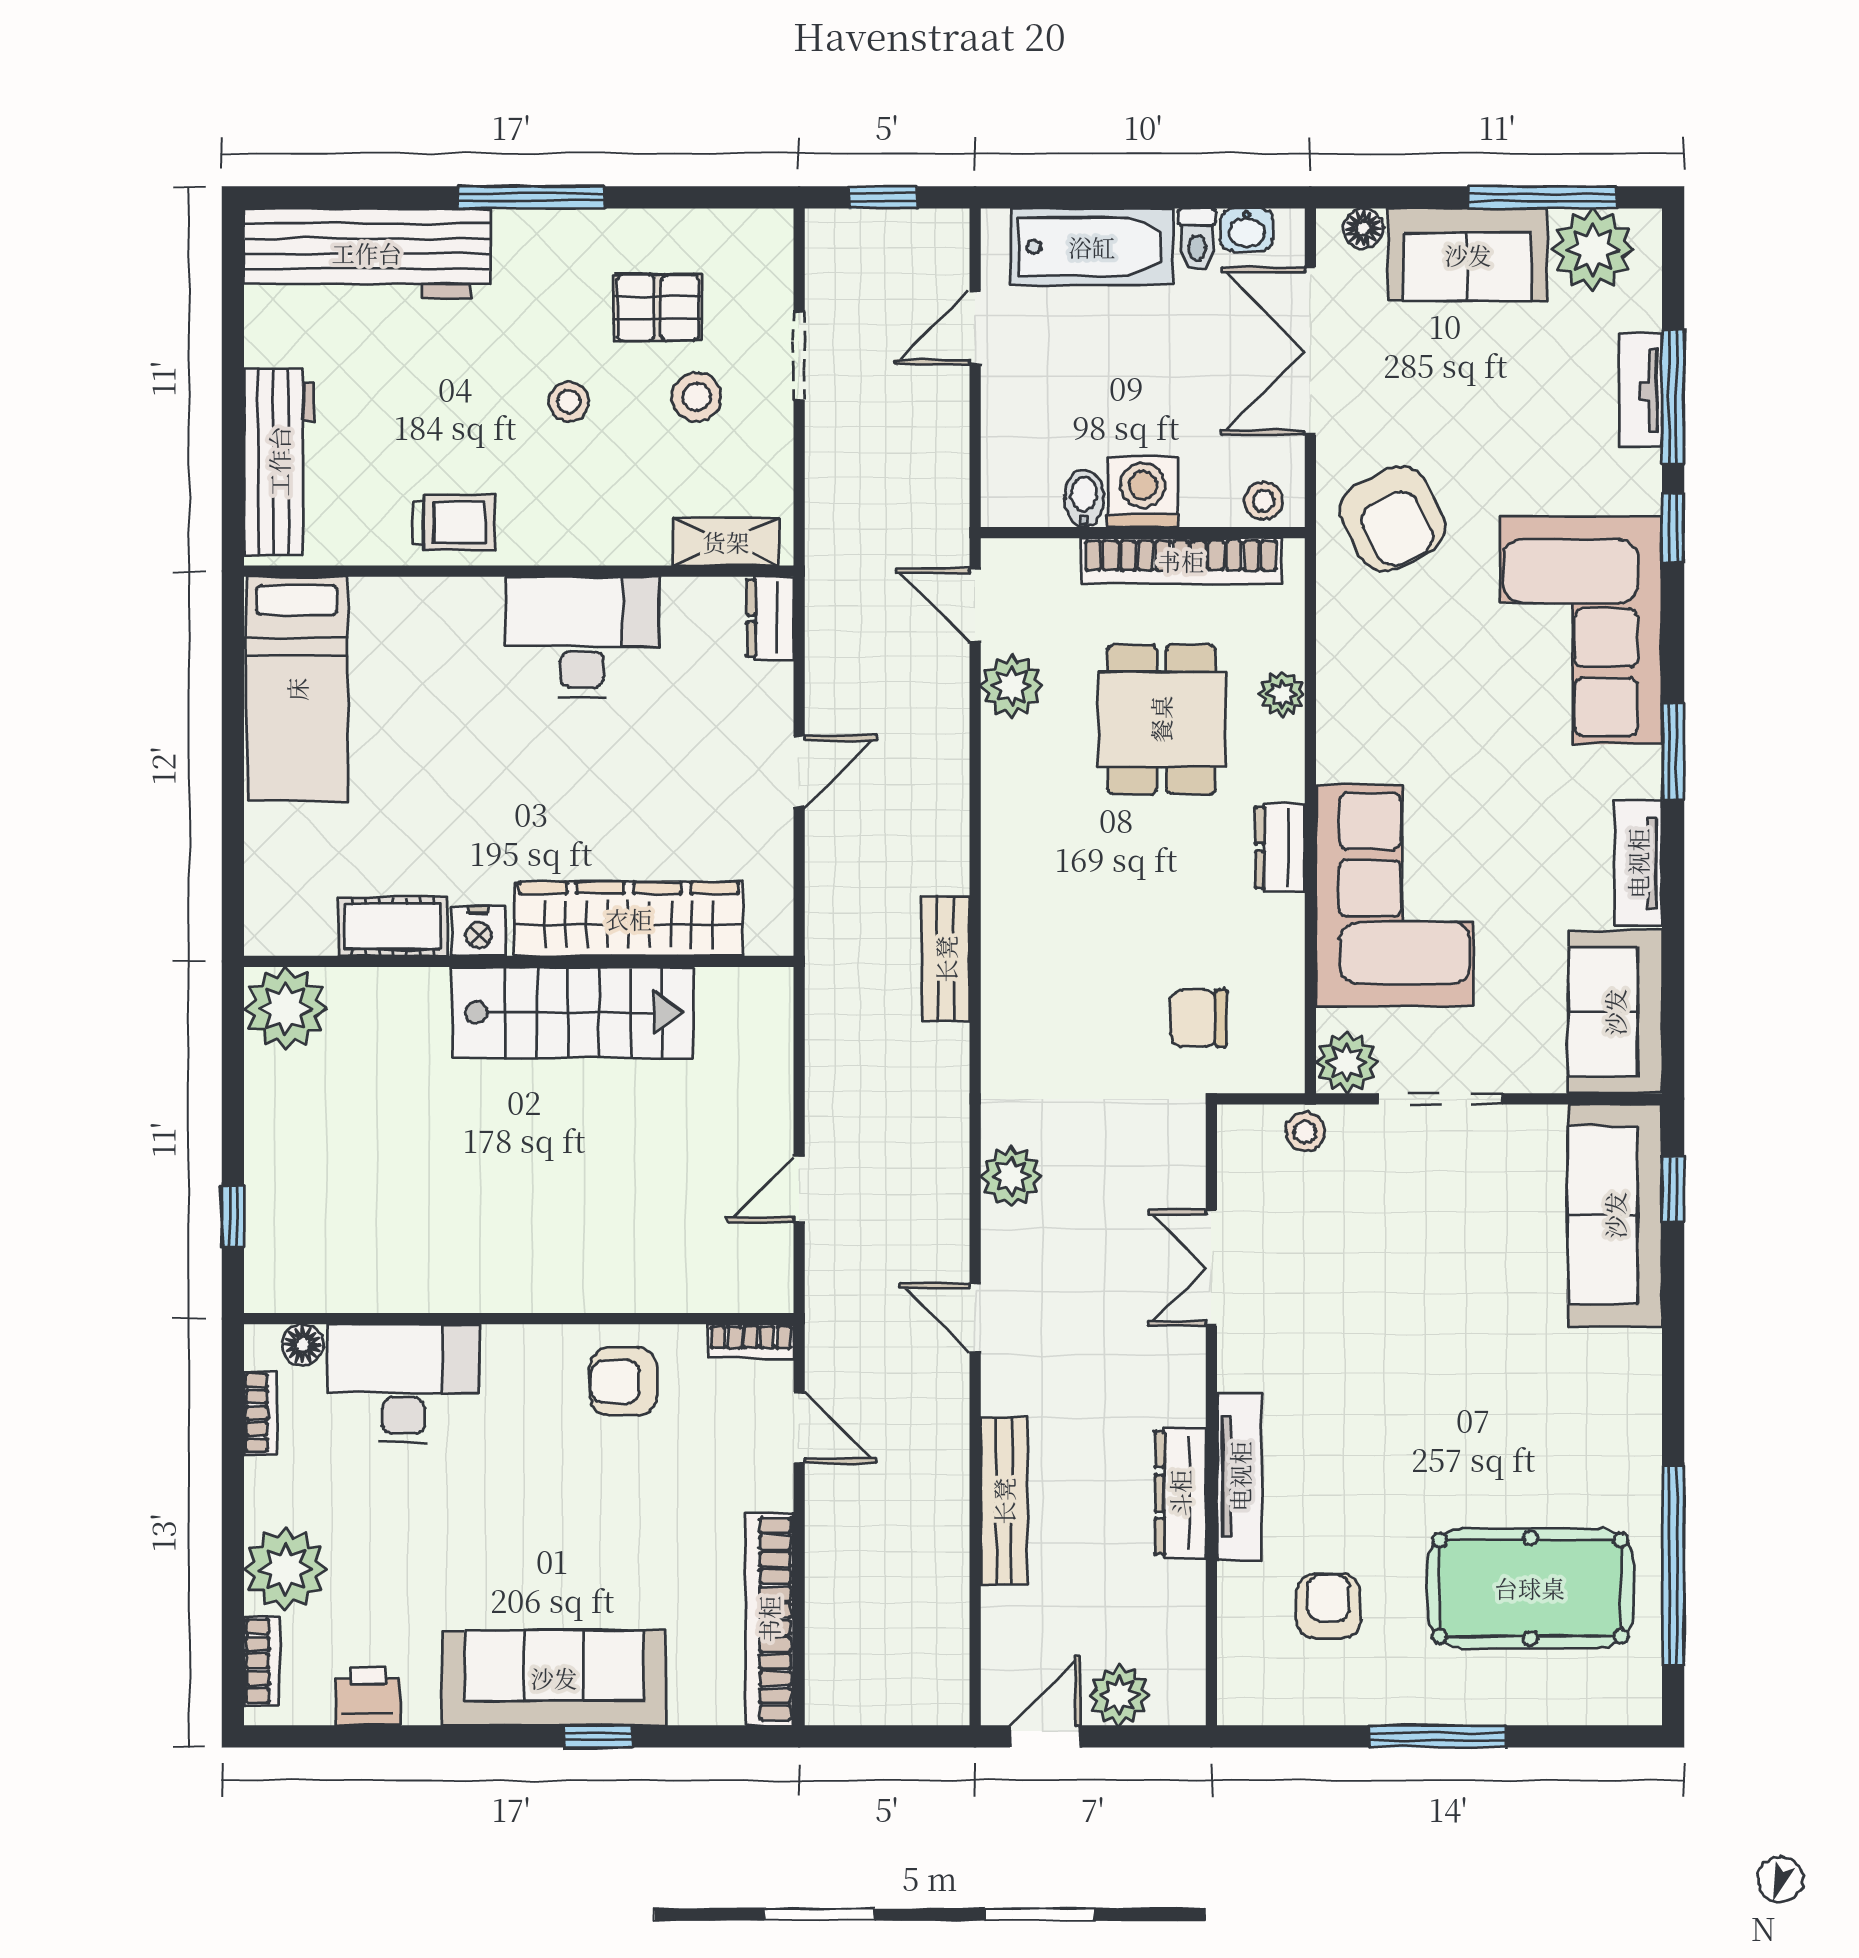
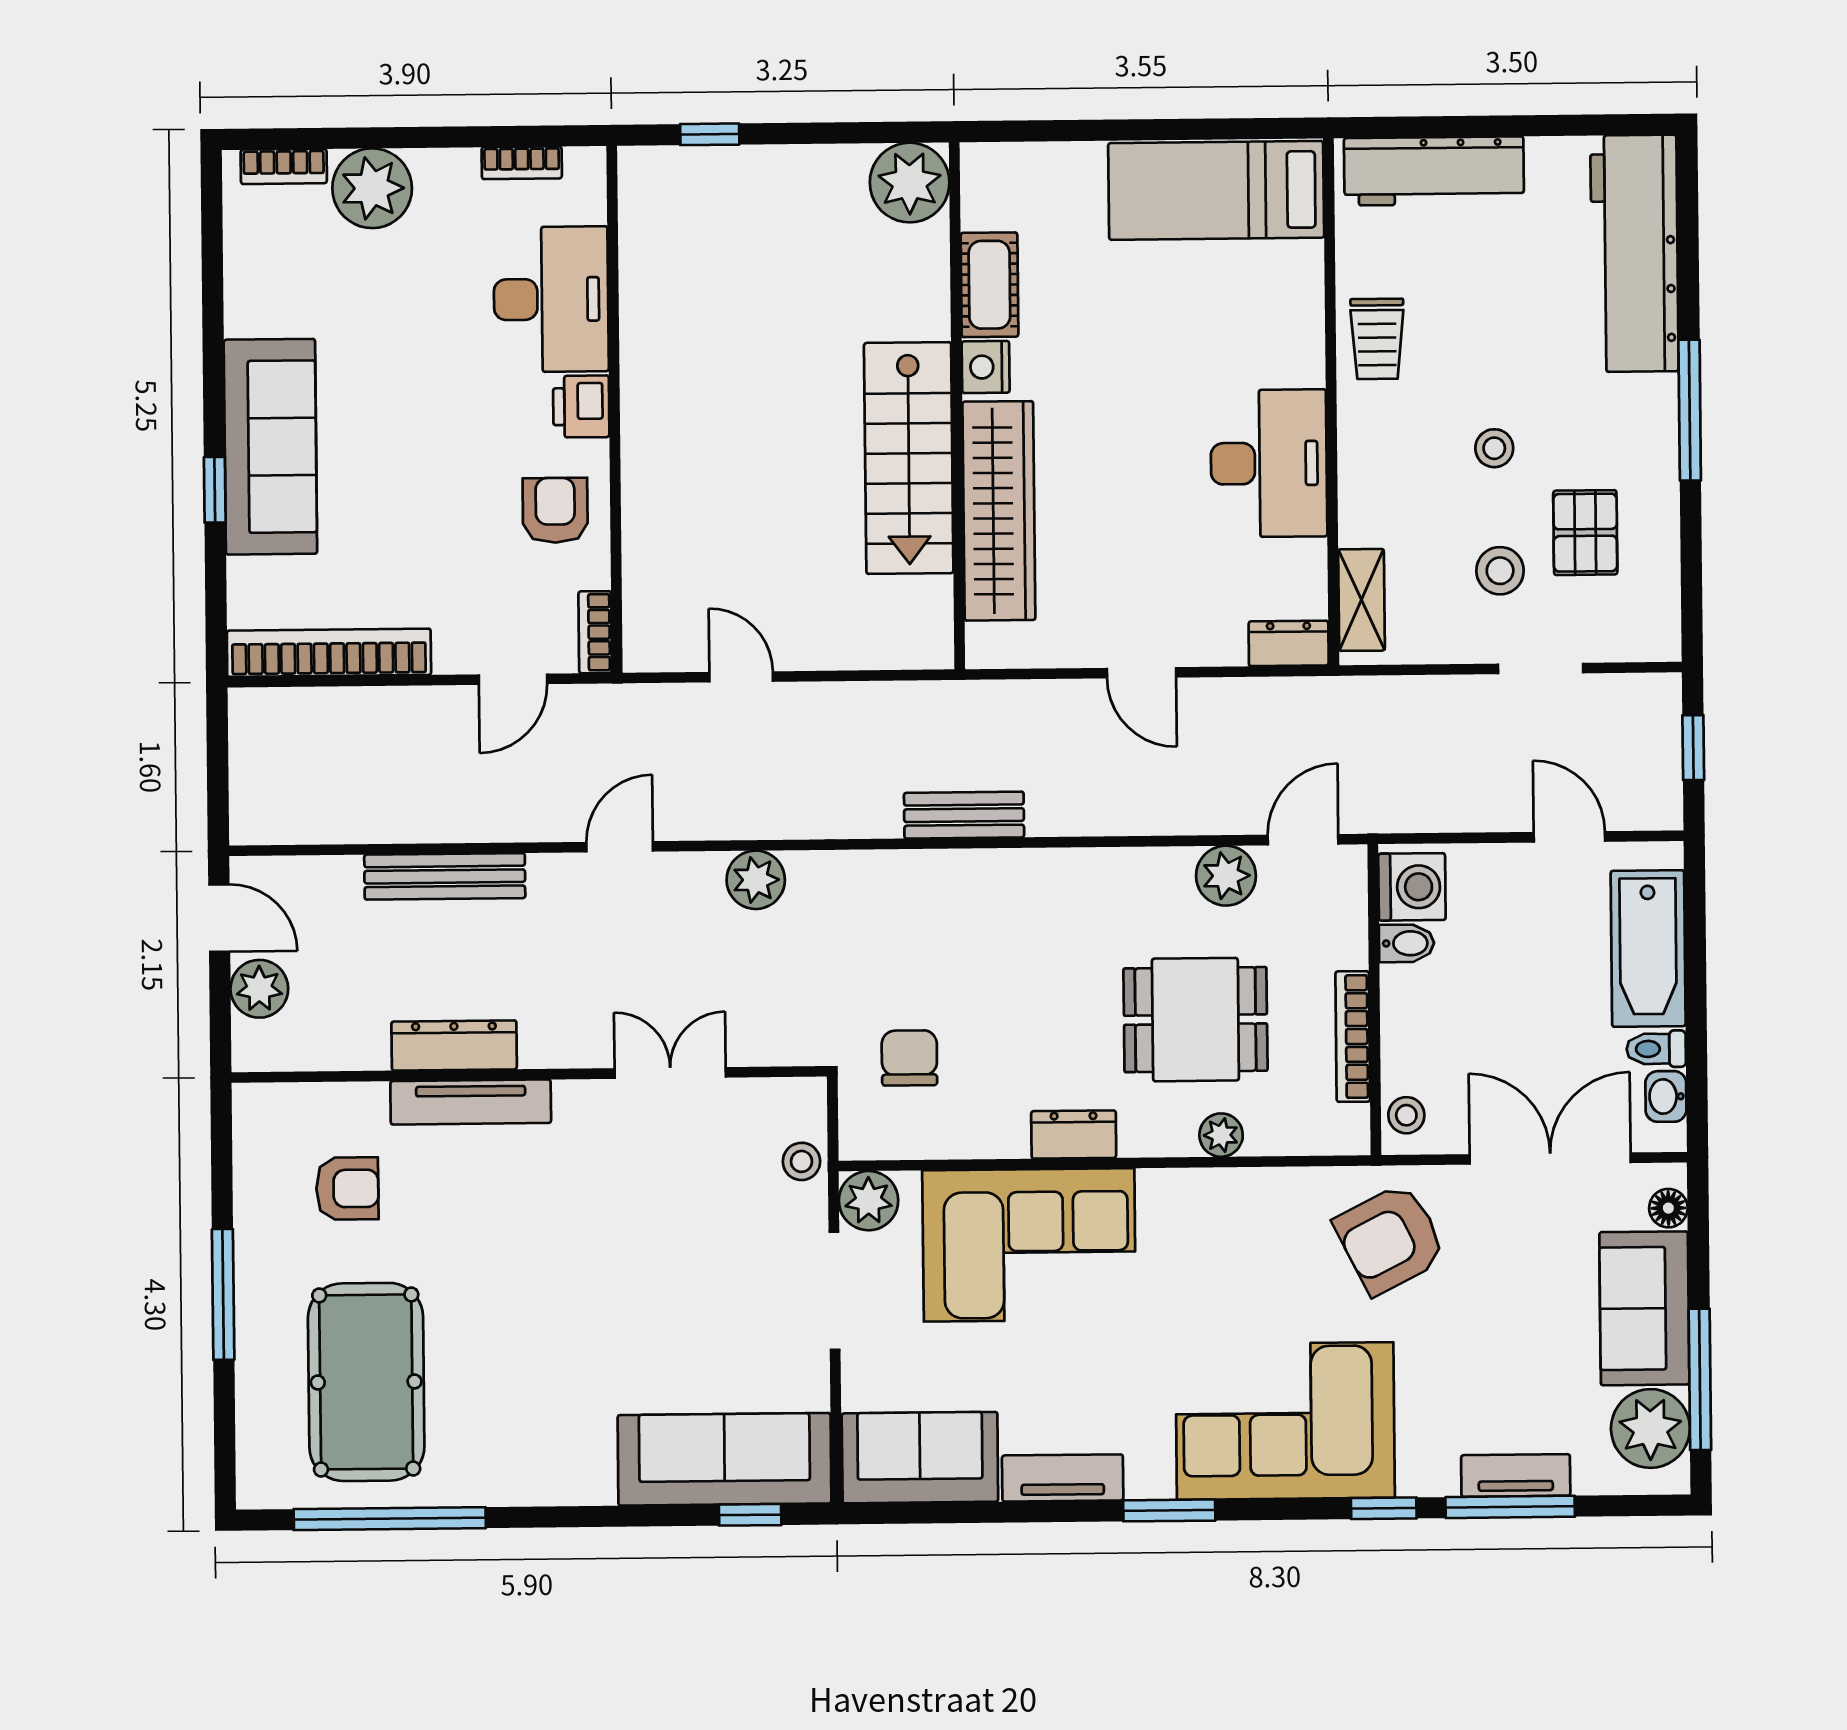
washing machine: (1143, 492) -> (1412, 887), moved
bookcase: (1181, 561) -> (1353, 1037), width x0.68, depth x0.76
floor lamp: (303, 1345) -> (587, 202), removed
printer: (368, 1696) -> (581, 407), moved, turned 180

